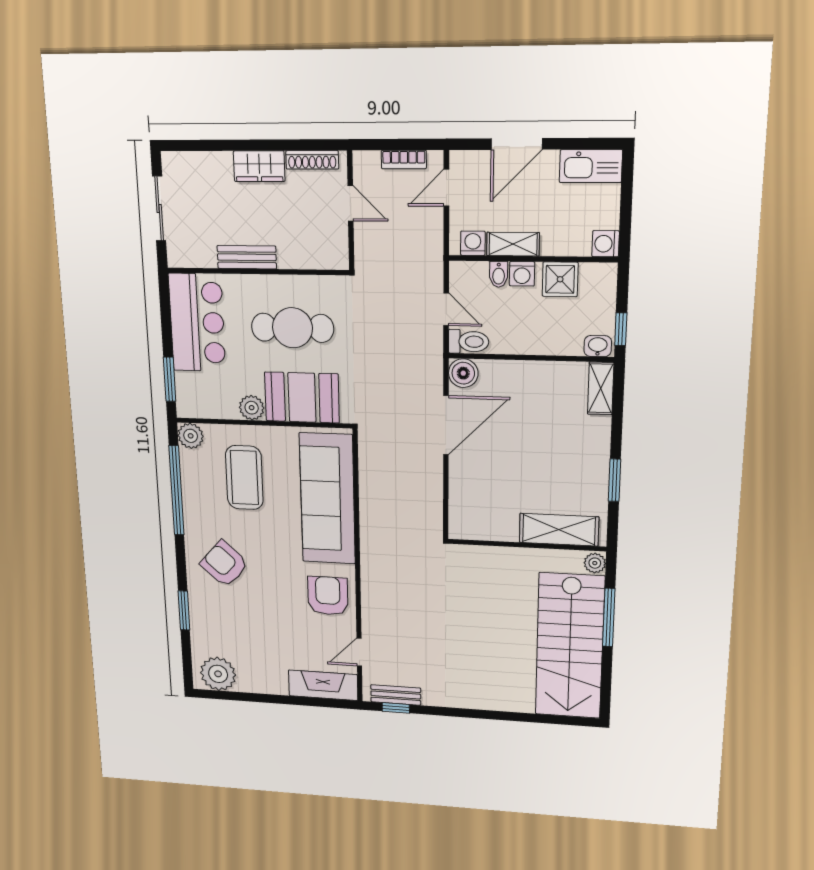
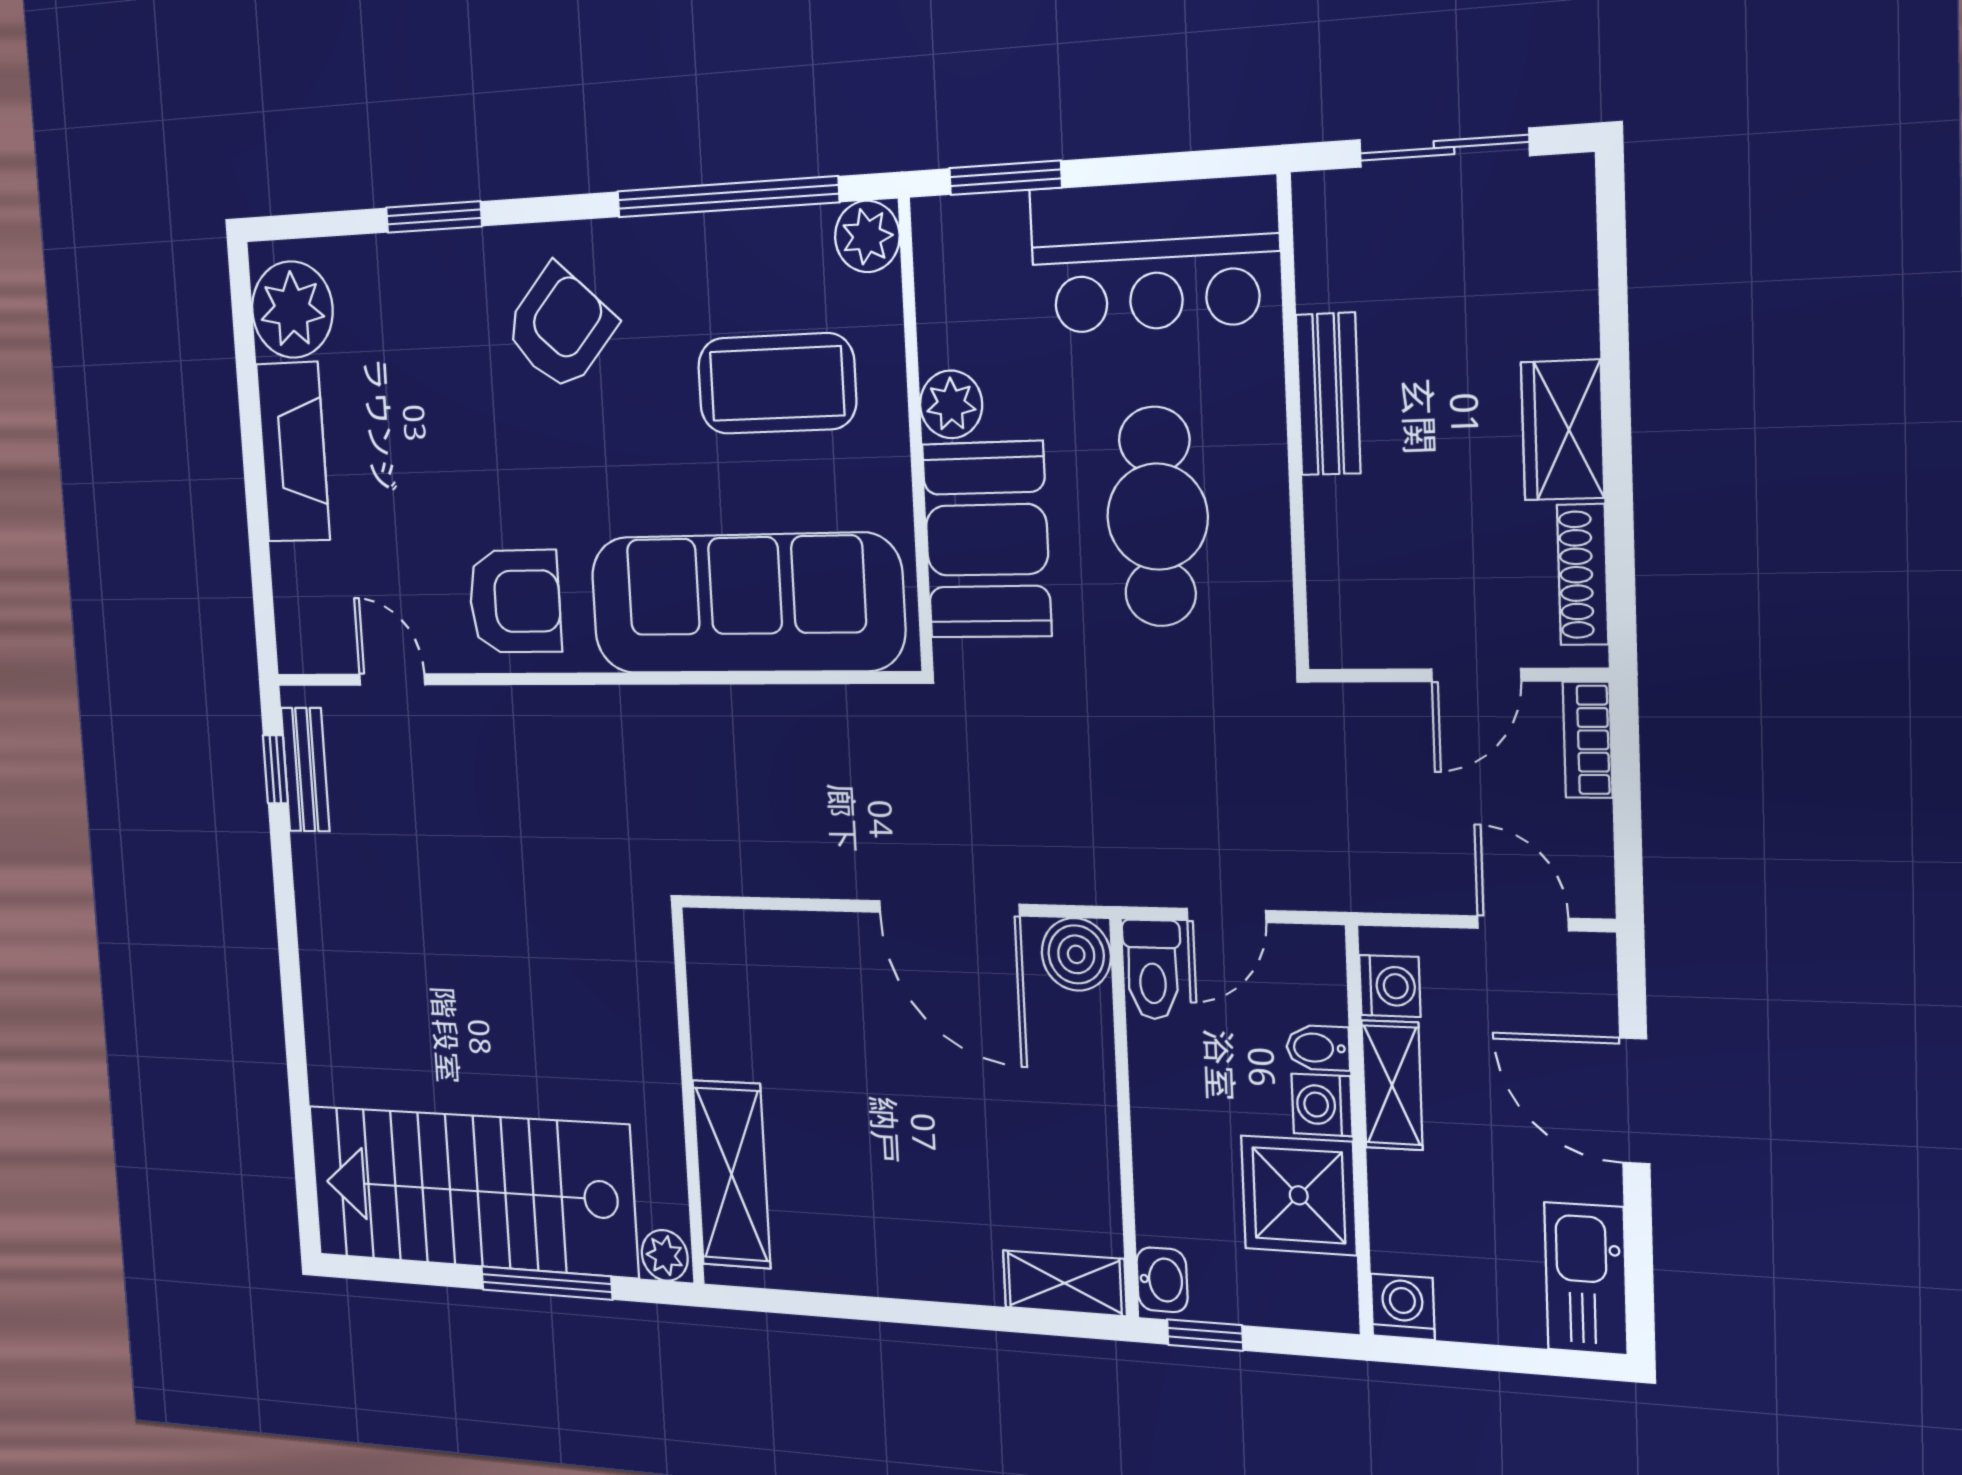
bookcase: (404, 159) -> (1588, 740), moved
shower: (560, 279) -> (1299, 1195), width x1.36, depth x1.36
window: (614, 480) -> (857, 1308), removed
fireplace: (323, 685) -> (293, 452), moved

